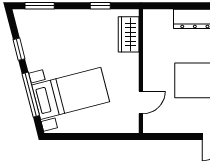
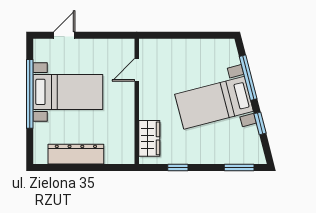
bed with nightstands: (71, 93) -> (214, 103), moved

